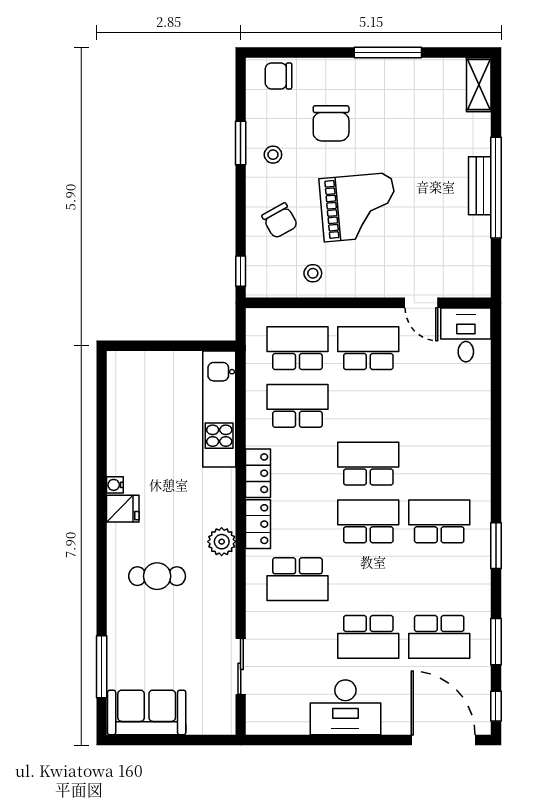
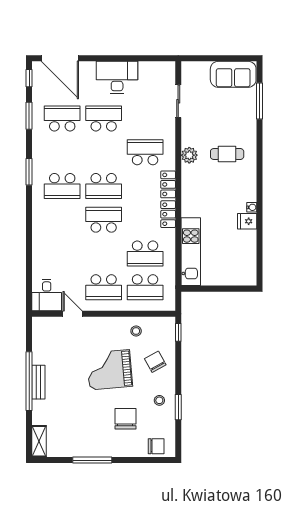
school desk: (368, 464) -> (104, 220), turned 180
fridge: (123, 509) -> (247, 221), moved
plant: (222, 542) -> (189, 155), moved

